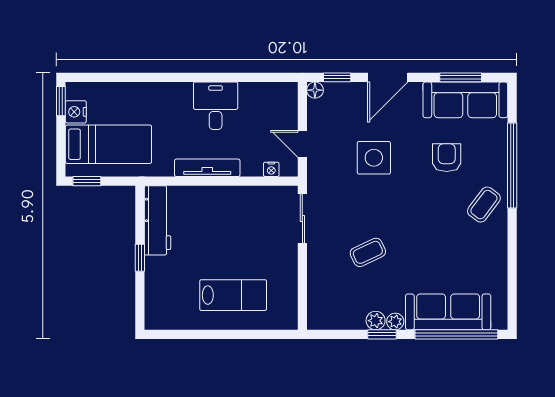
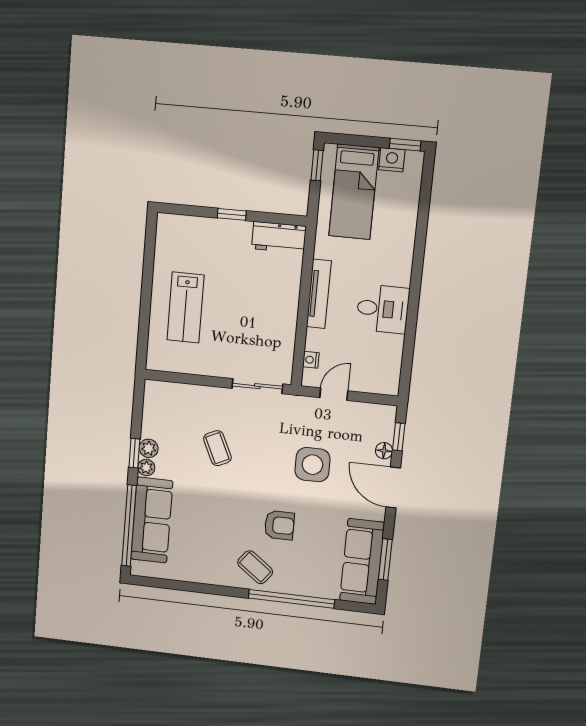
floor lamp: (315, 90) -> (384, 451), moved
armchair: (447, 158) -> (279, 525), moved
workbench: (157, 220) -> (279, 237), width x0.73

